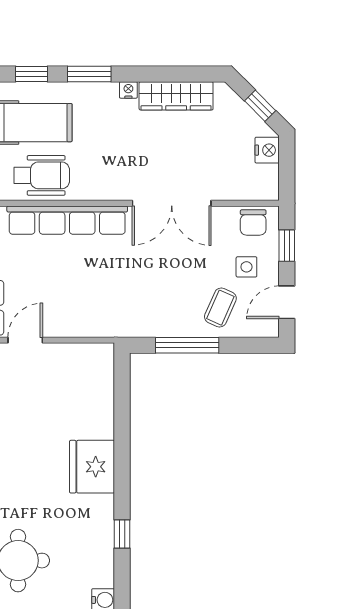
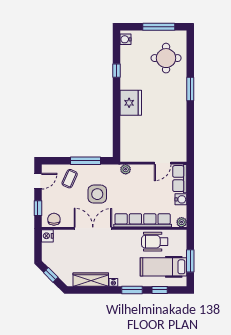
nightstand: (267, 150) -> (47, 236), moved
side table: (246, 267) -> (97, 194), moved, width x1.87, depth x1.87
plant: (103, 327) -> (126, 169), added

